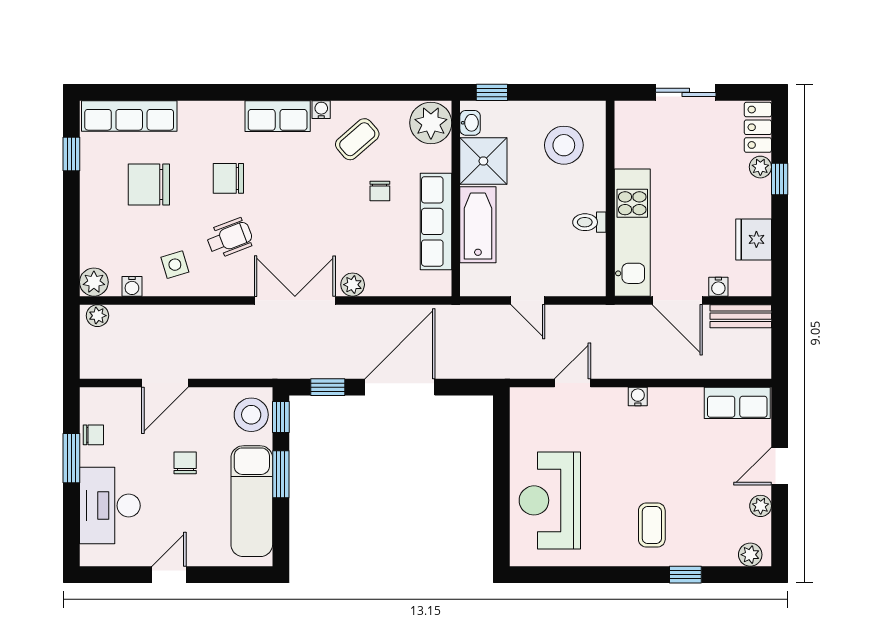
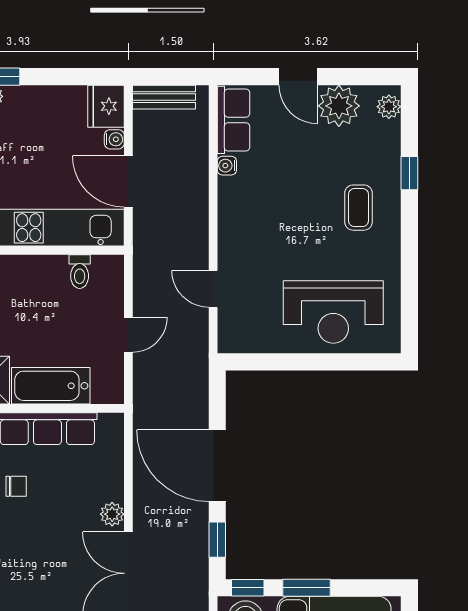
toilet: (589, 222) -> (80, 272), moved
fridge: (754, 239) -> (106, 106), moved, turned 90
door: (677, 300) -> (128, 181), swing flipped
bench: (741, 316) -> (164, 97), moved, turned 90
water cooler: (638, 397) -> (227, 166), moved
plant: (761, 506) -> (339, 106), width x1.88, depth x1.88
coffee table: (652, 525) -> (358, 208), turned 90

